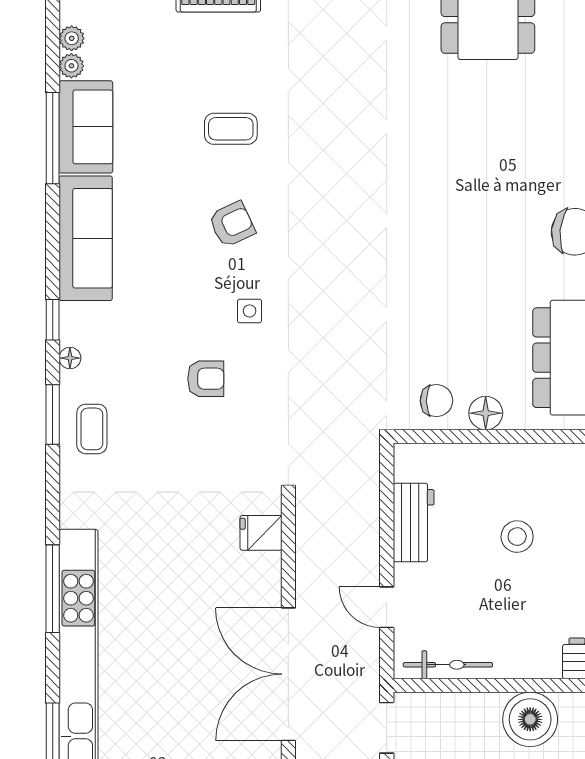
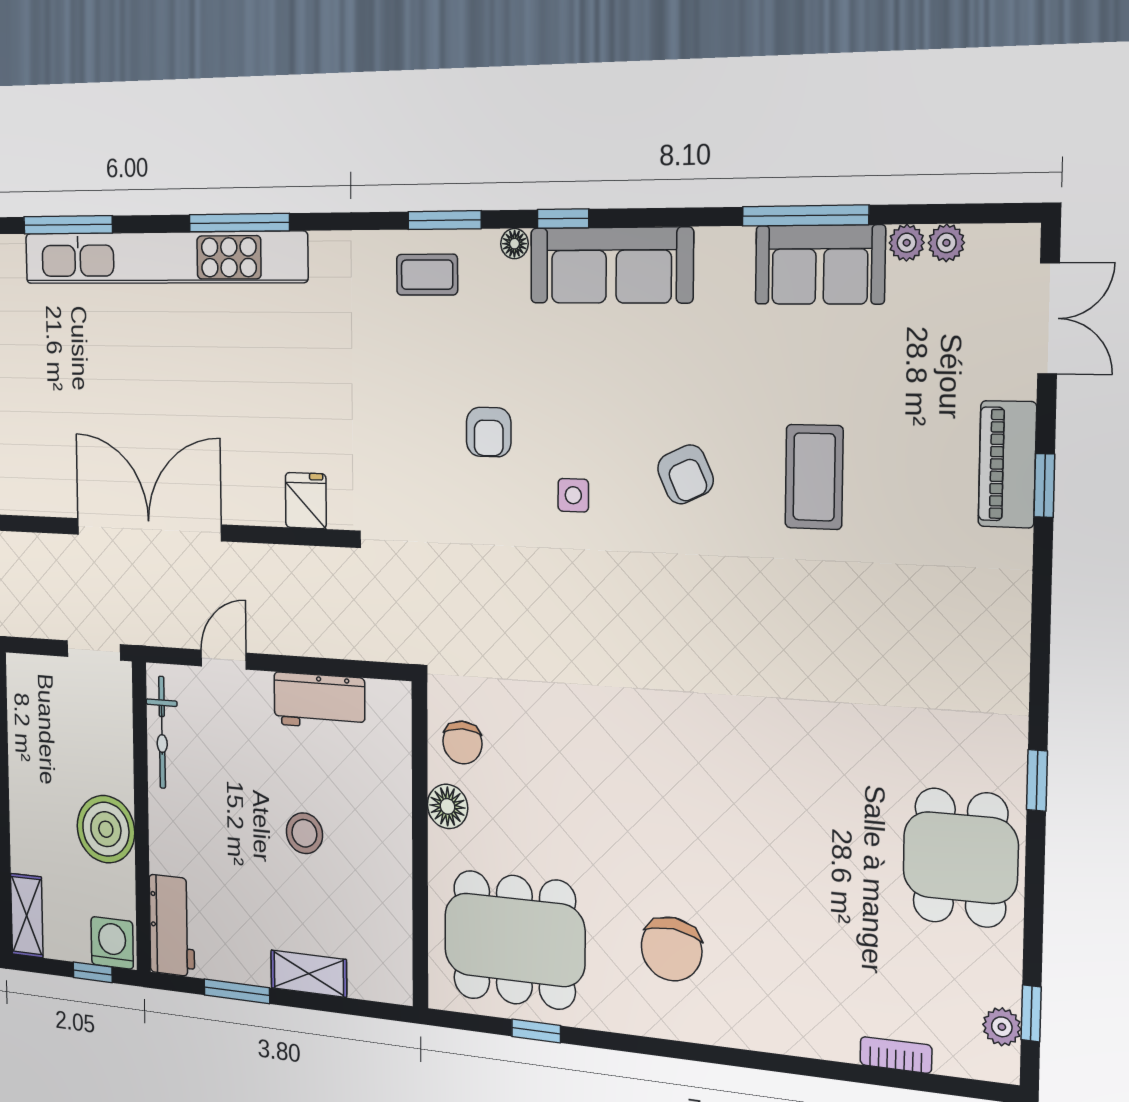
coffee table: (231, 129) -> (814, 477), width x1.36, depth x1.30
sofa: (86, 238) -> (611, 265), moved

